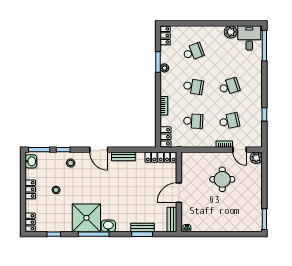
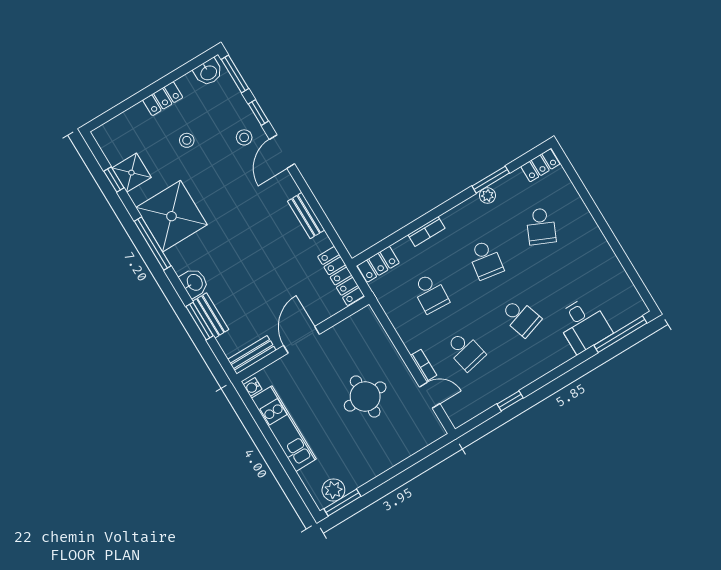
plant: (231, 32) -> (609, 267), removed
desk: (249, 38) -> (584, 325), moved, turned 90
school desk: (193, 52) -> (541, 226), turned 45
door: (99, 150) -> (282, 152), moved
door: (240, 150) -> (430, 395), swing flipped
plant: (256, 158) -> (333, 490), moved
door: (179, 193) -> (302, 340), hinge flipped
locker: (30, 222) -> (110, 130), removed
shower: (55, 224) -> (131, 173), added
kitchen unit: (214, 225) -> (284, 429), added
washbasin: (108, 226) -> (194, 283), moved

